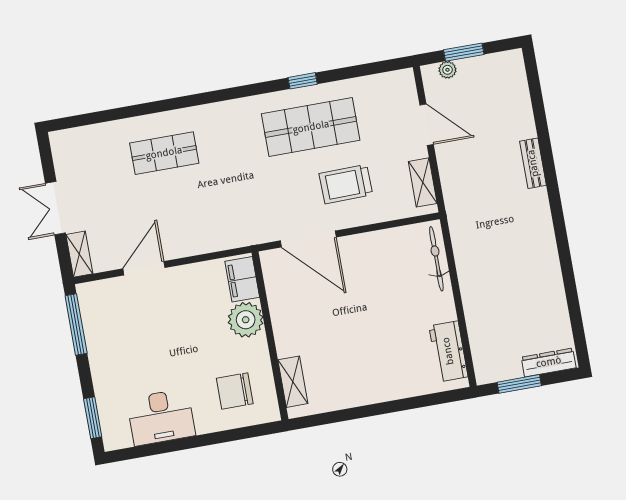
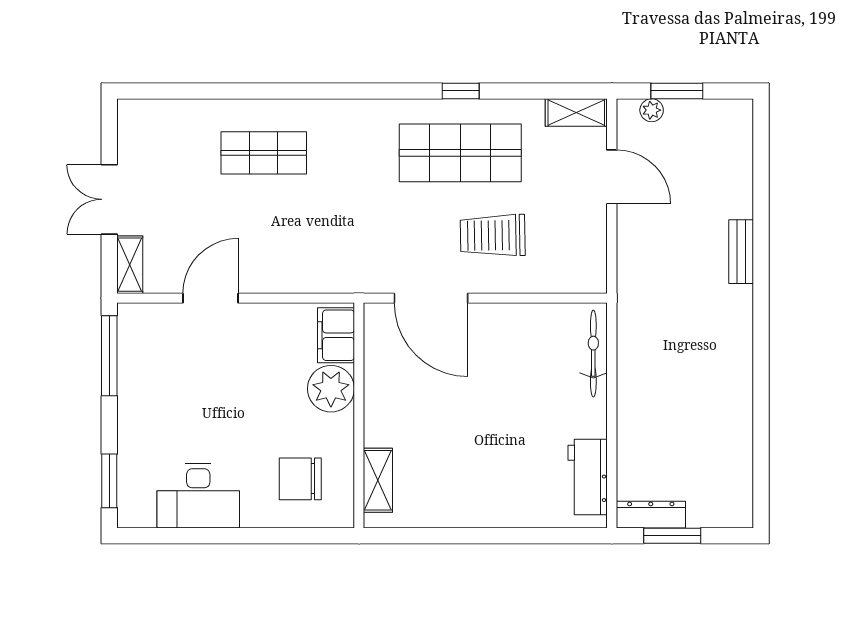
shelving: (423, 182) -> (576, 112), moved, turned 90
dresser: (549, 362) -> (651, 515), moved

